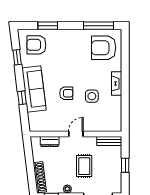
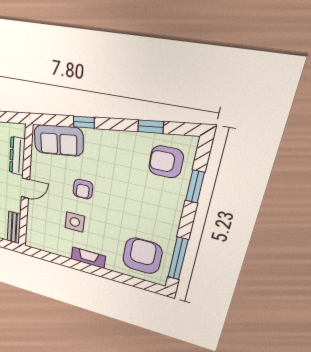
armchair: (36, 45) -> (166, 162), turned -90
sofa: (34, 89) -> (59, 140), moved, width x0.73
door: (76, 134) -> (25, 188), hinge flipped
dresser: (50, 141) -> (17, 156), width x1.44

